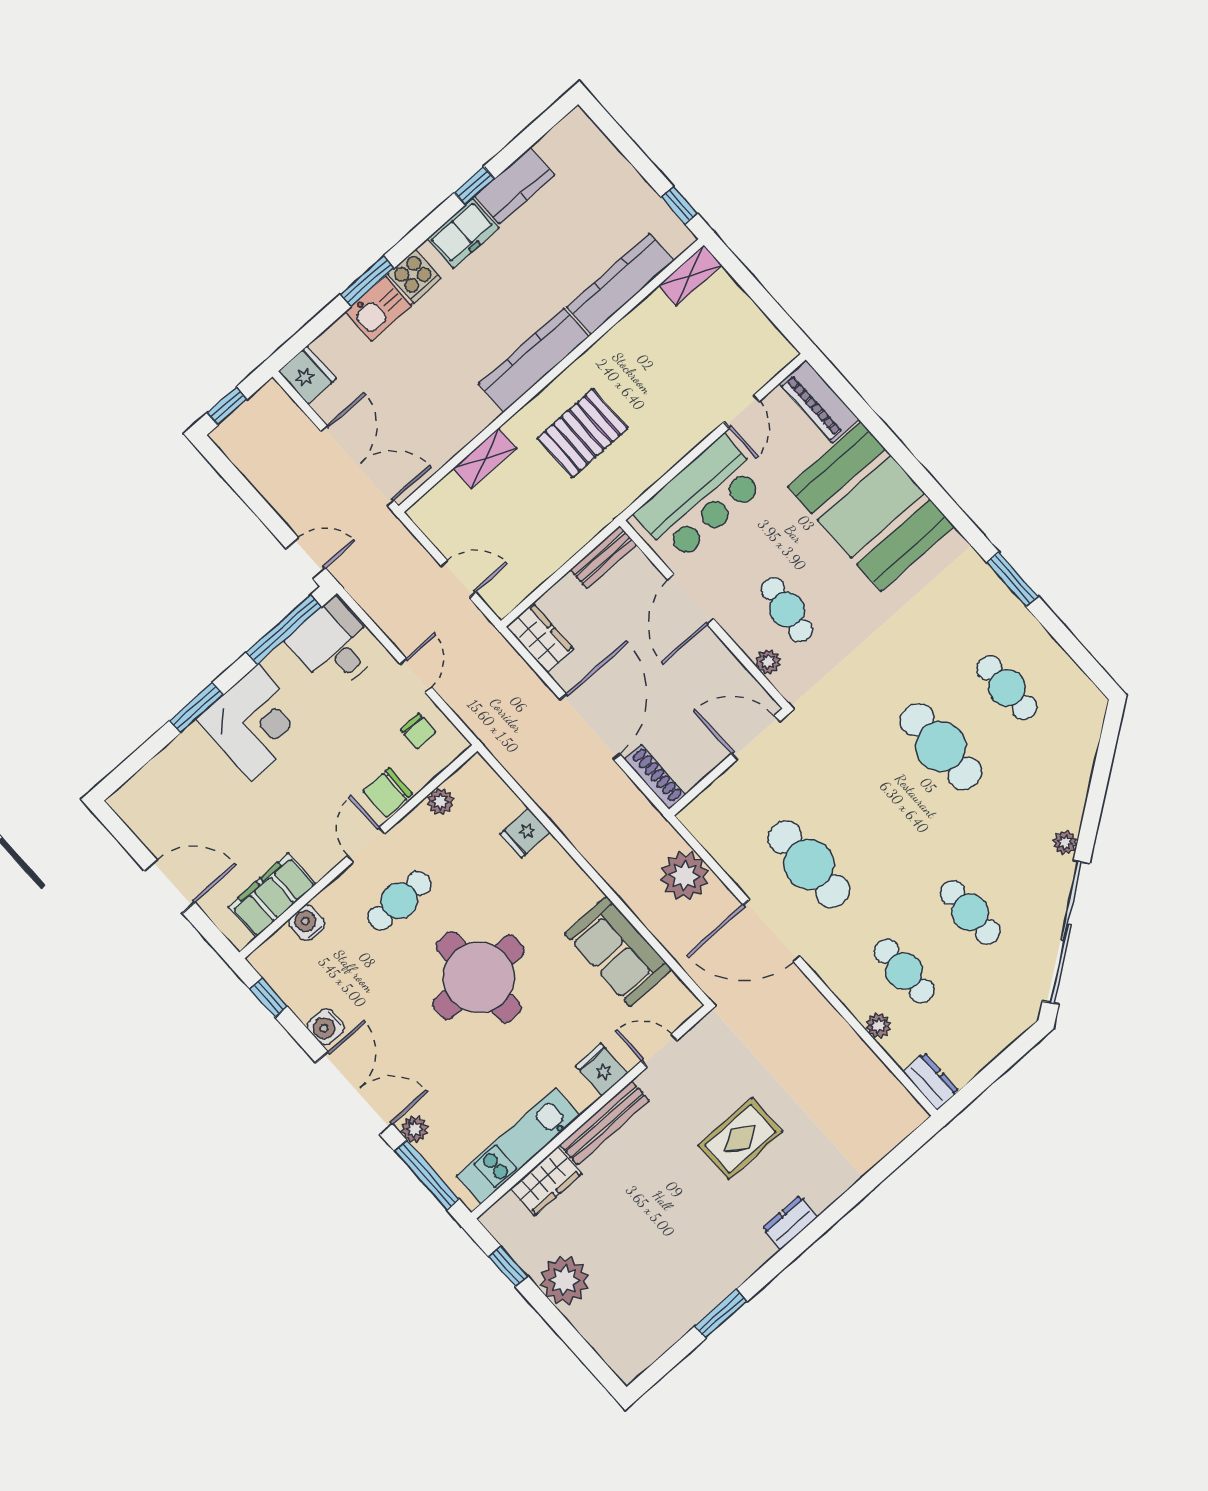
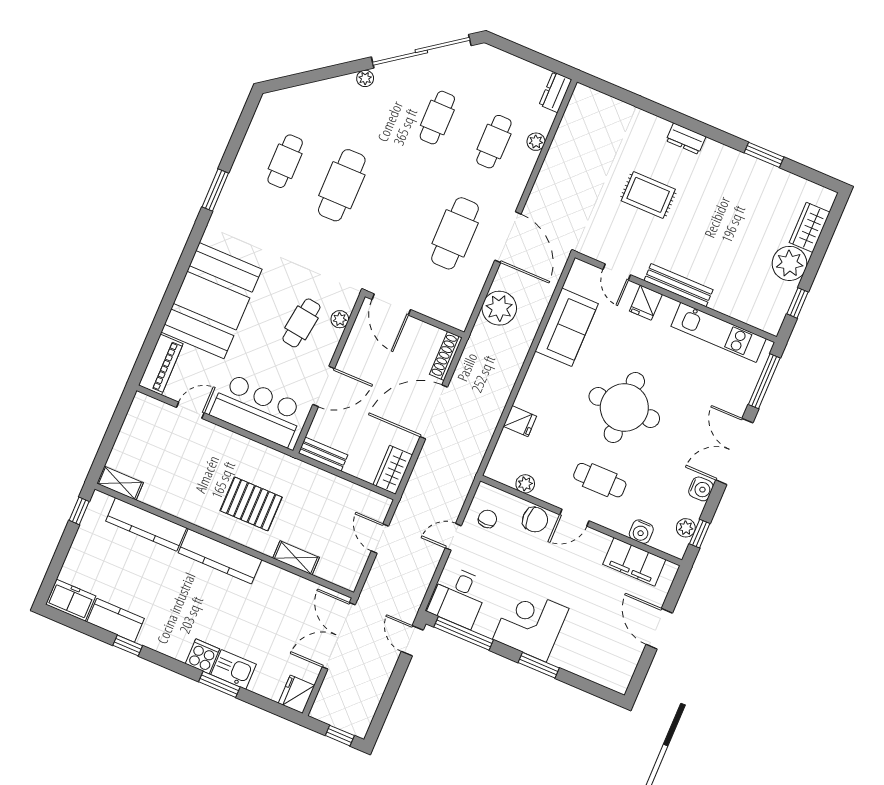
freezer: (463, 233) -> (71, 600), moved
plant: (414, 1129) -> (686, 528), moved
wardrobe: (546, 1181) -> (810, 227), moved, turned -90

